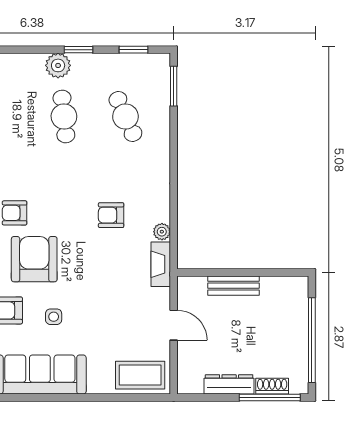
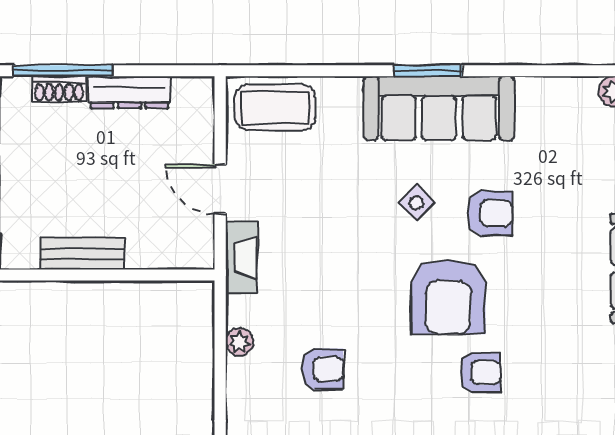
fireplace: (161, 264) -> (241, 258), moved
bench: (234, 286) -> (83, 254), moved
side table: (54, 317) -> (416, 203), turned 45
window: (47, 397) -> (428, 71), added

